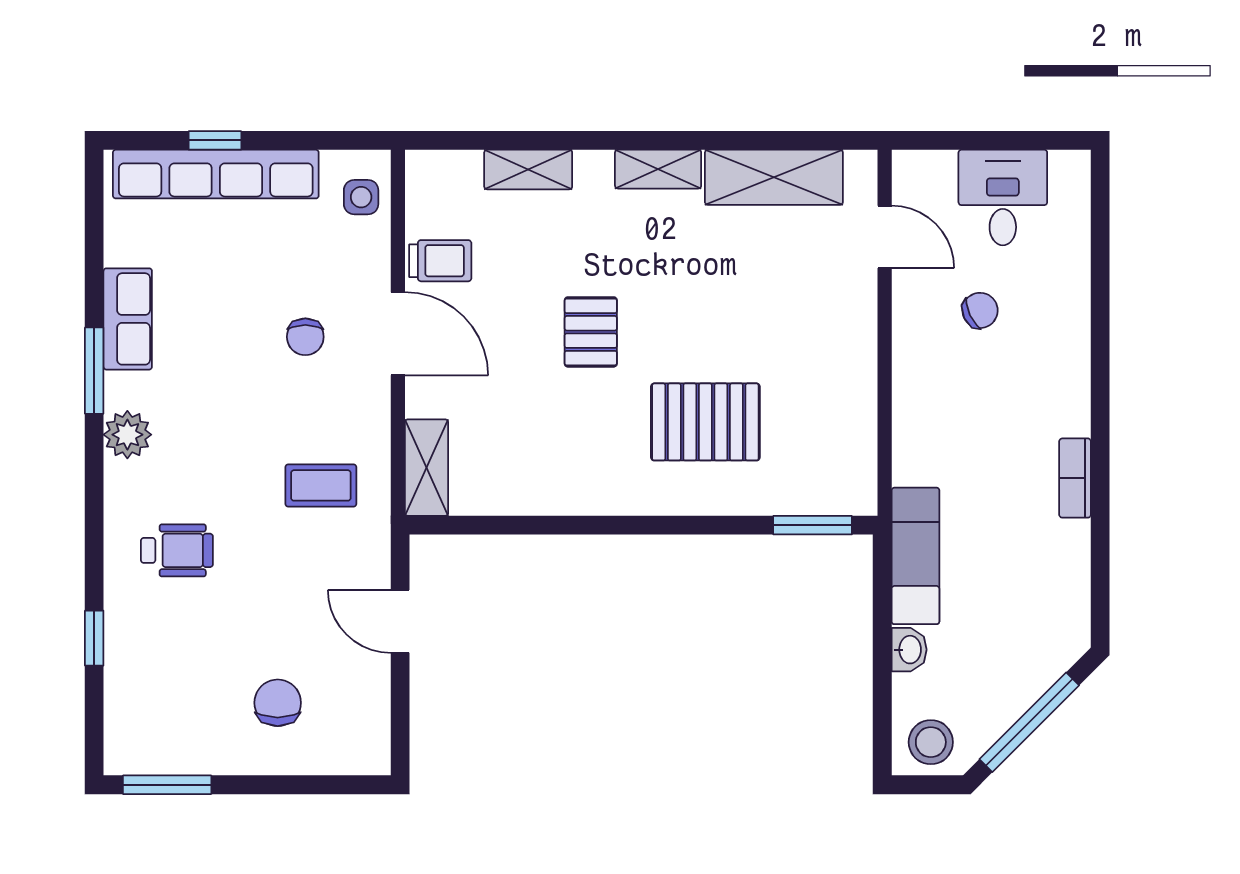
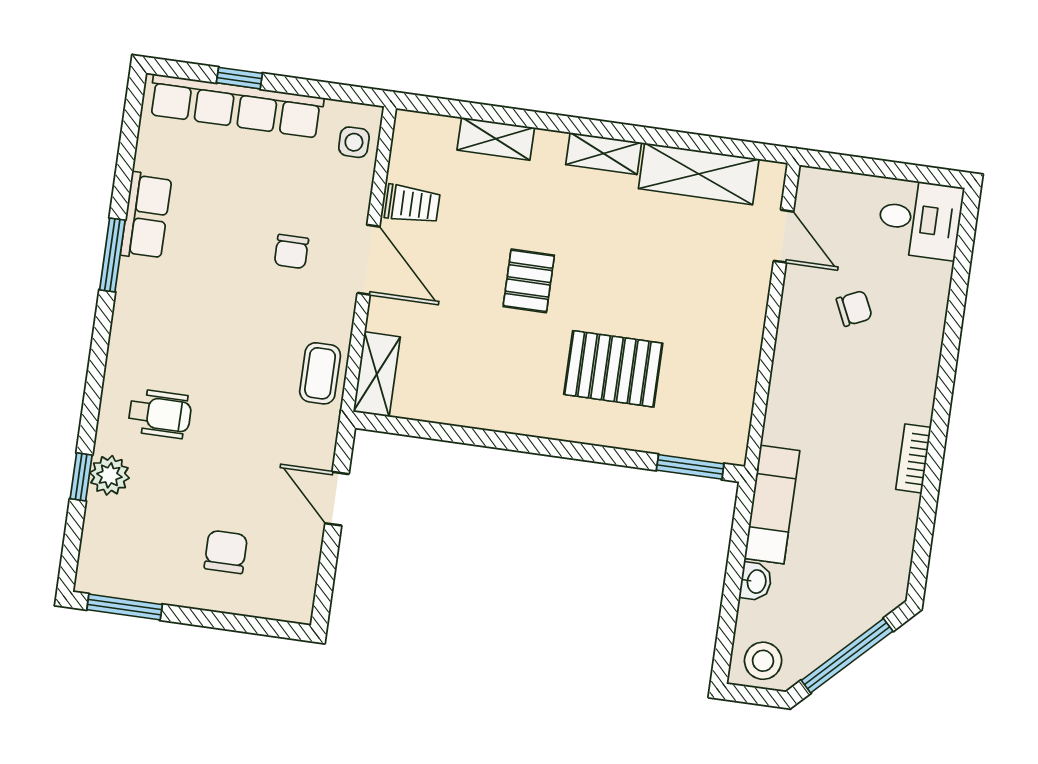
desk: (1003, 197) -> (920, 219), moved, turned 90
plant: (127, 435) -> (109, 475), moved
coffee table: (321, 485) -> (320, 373), moved, turned 90

